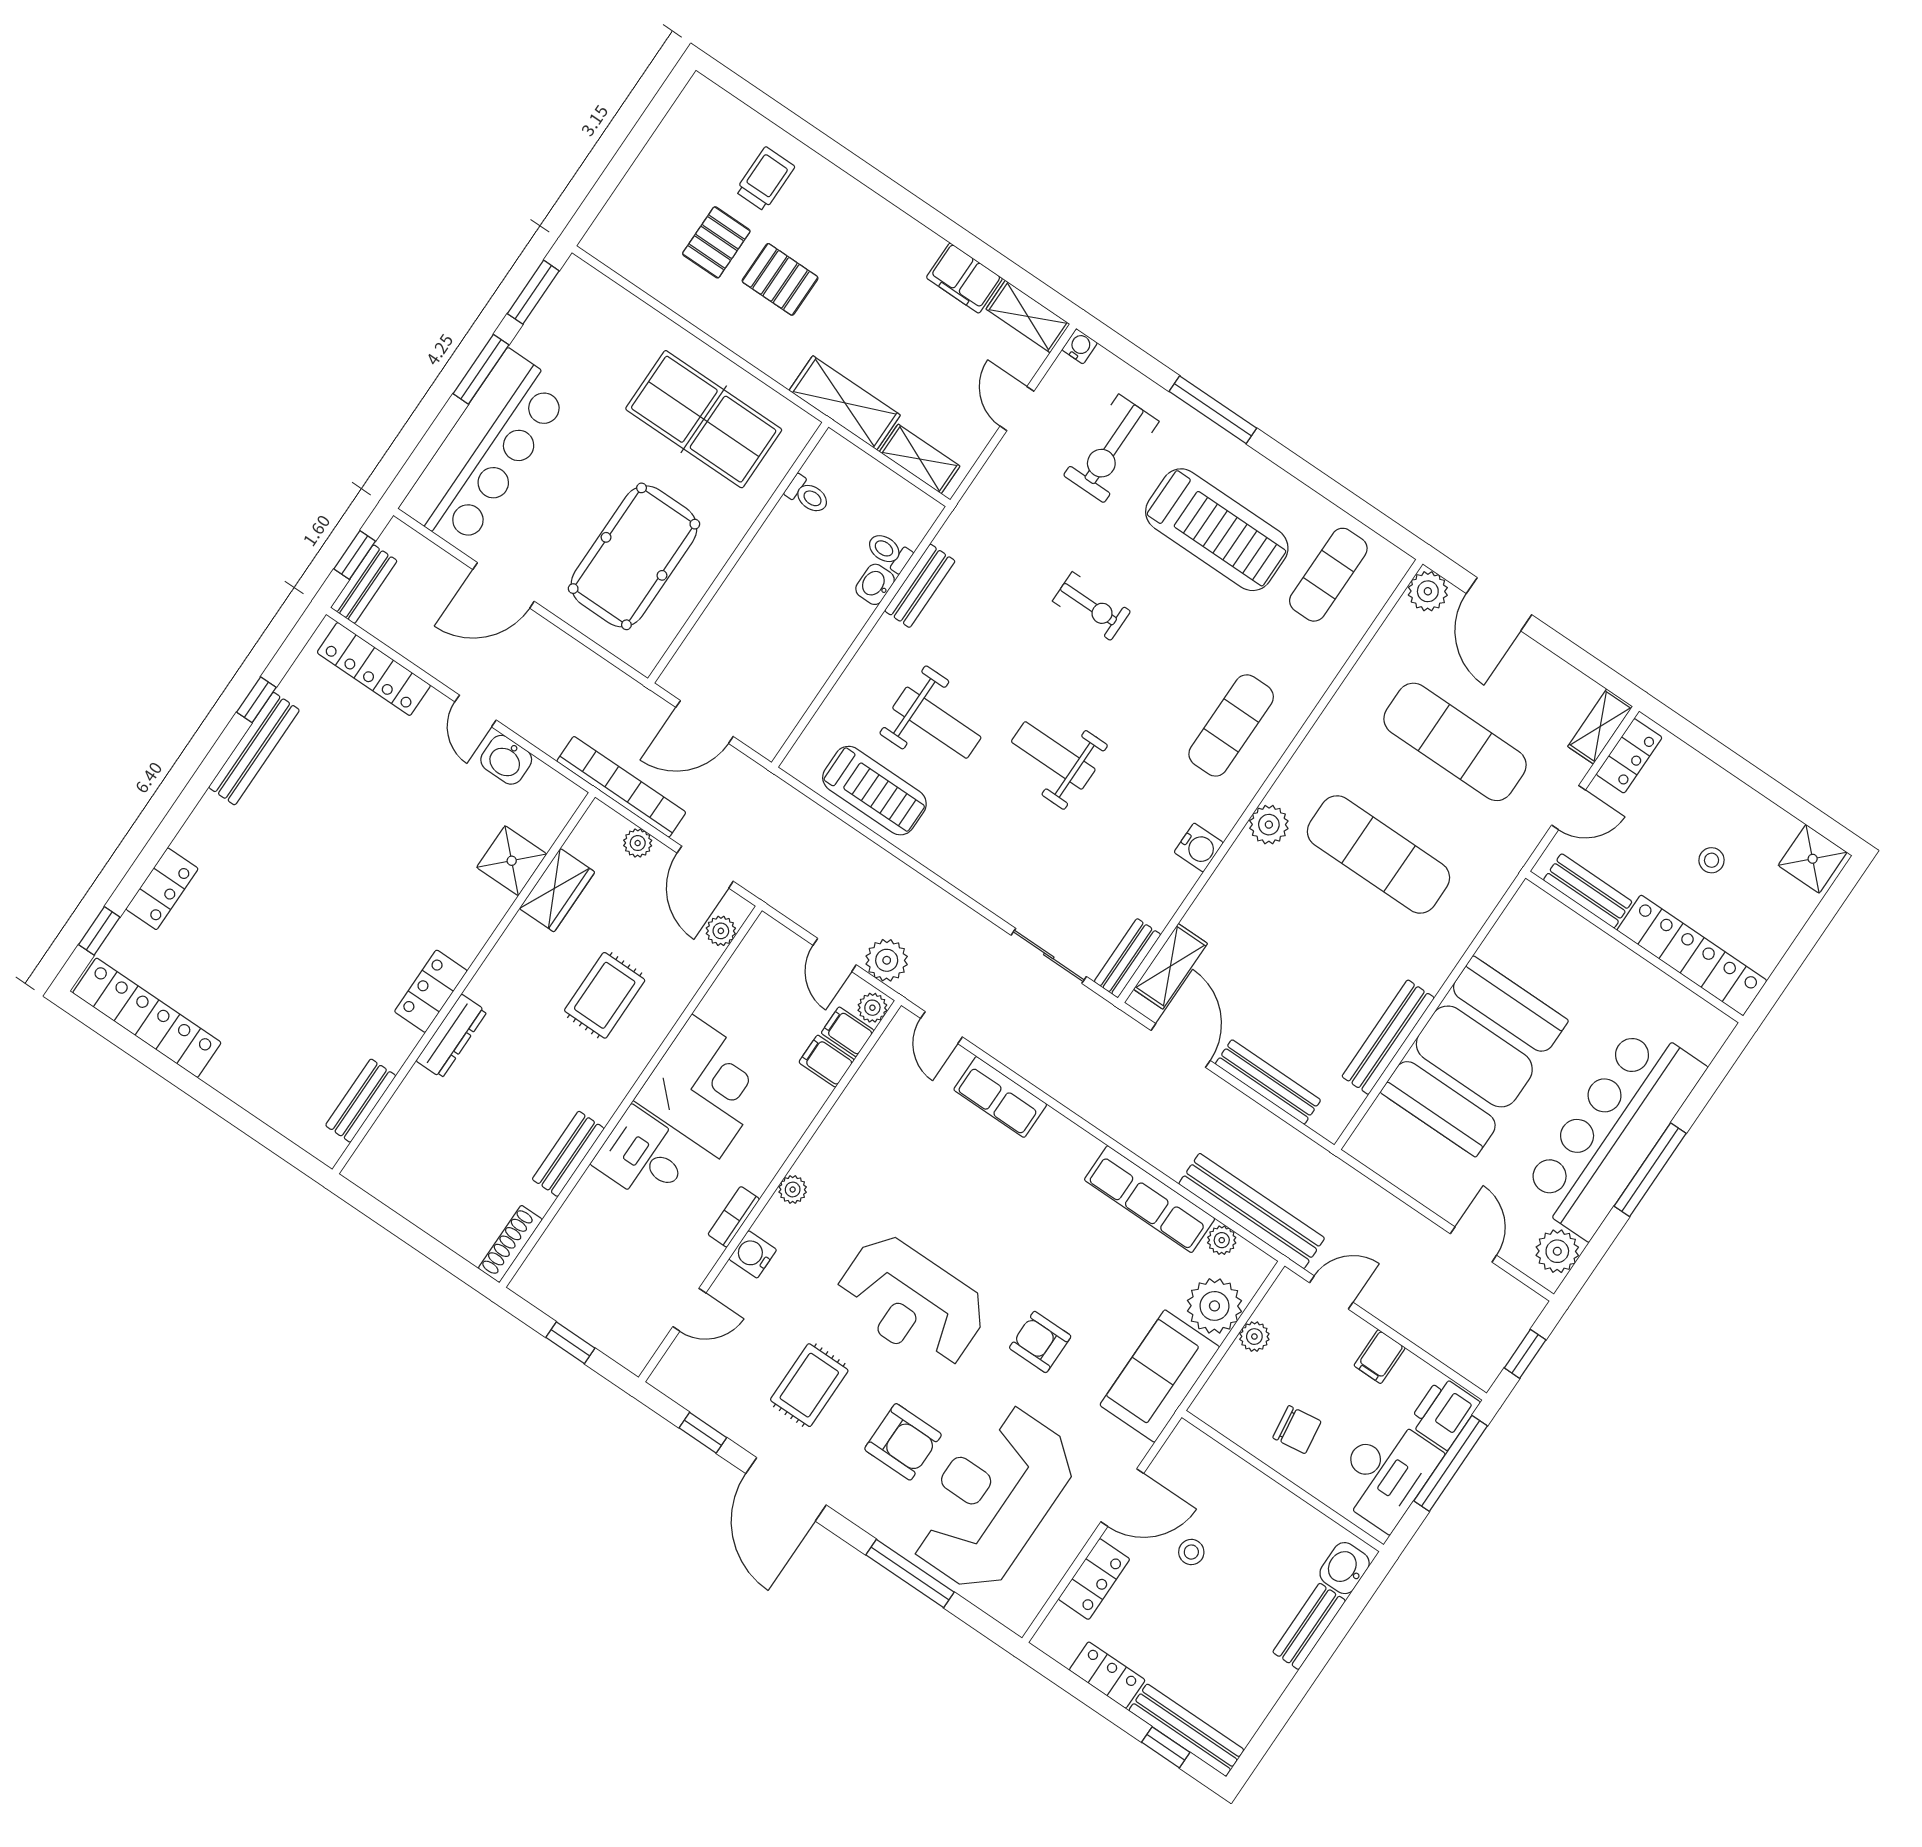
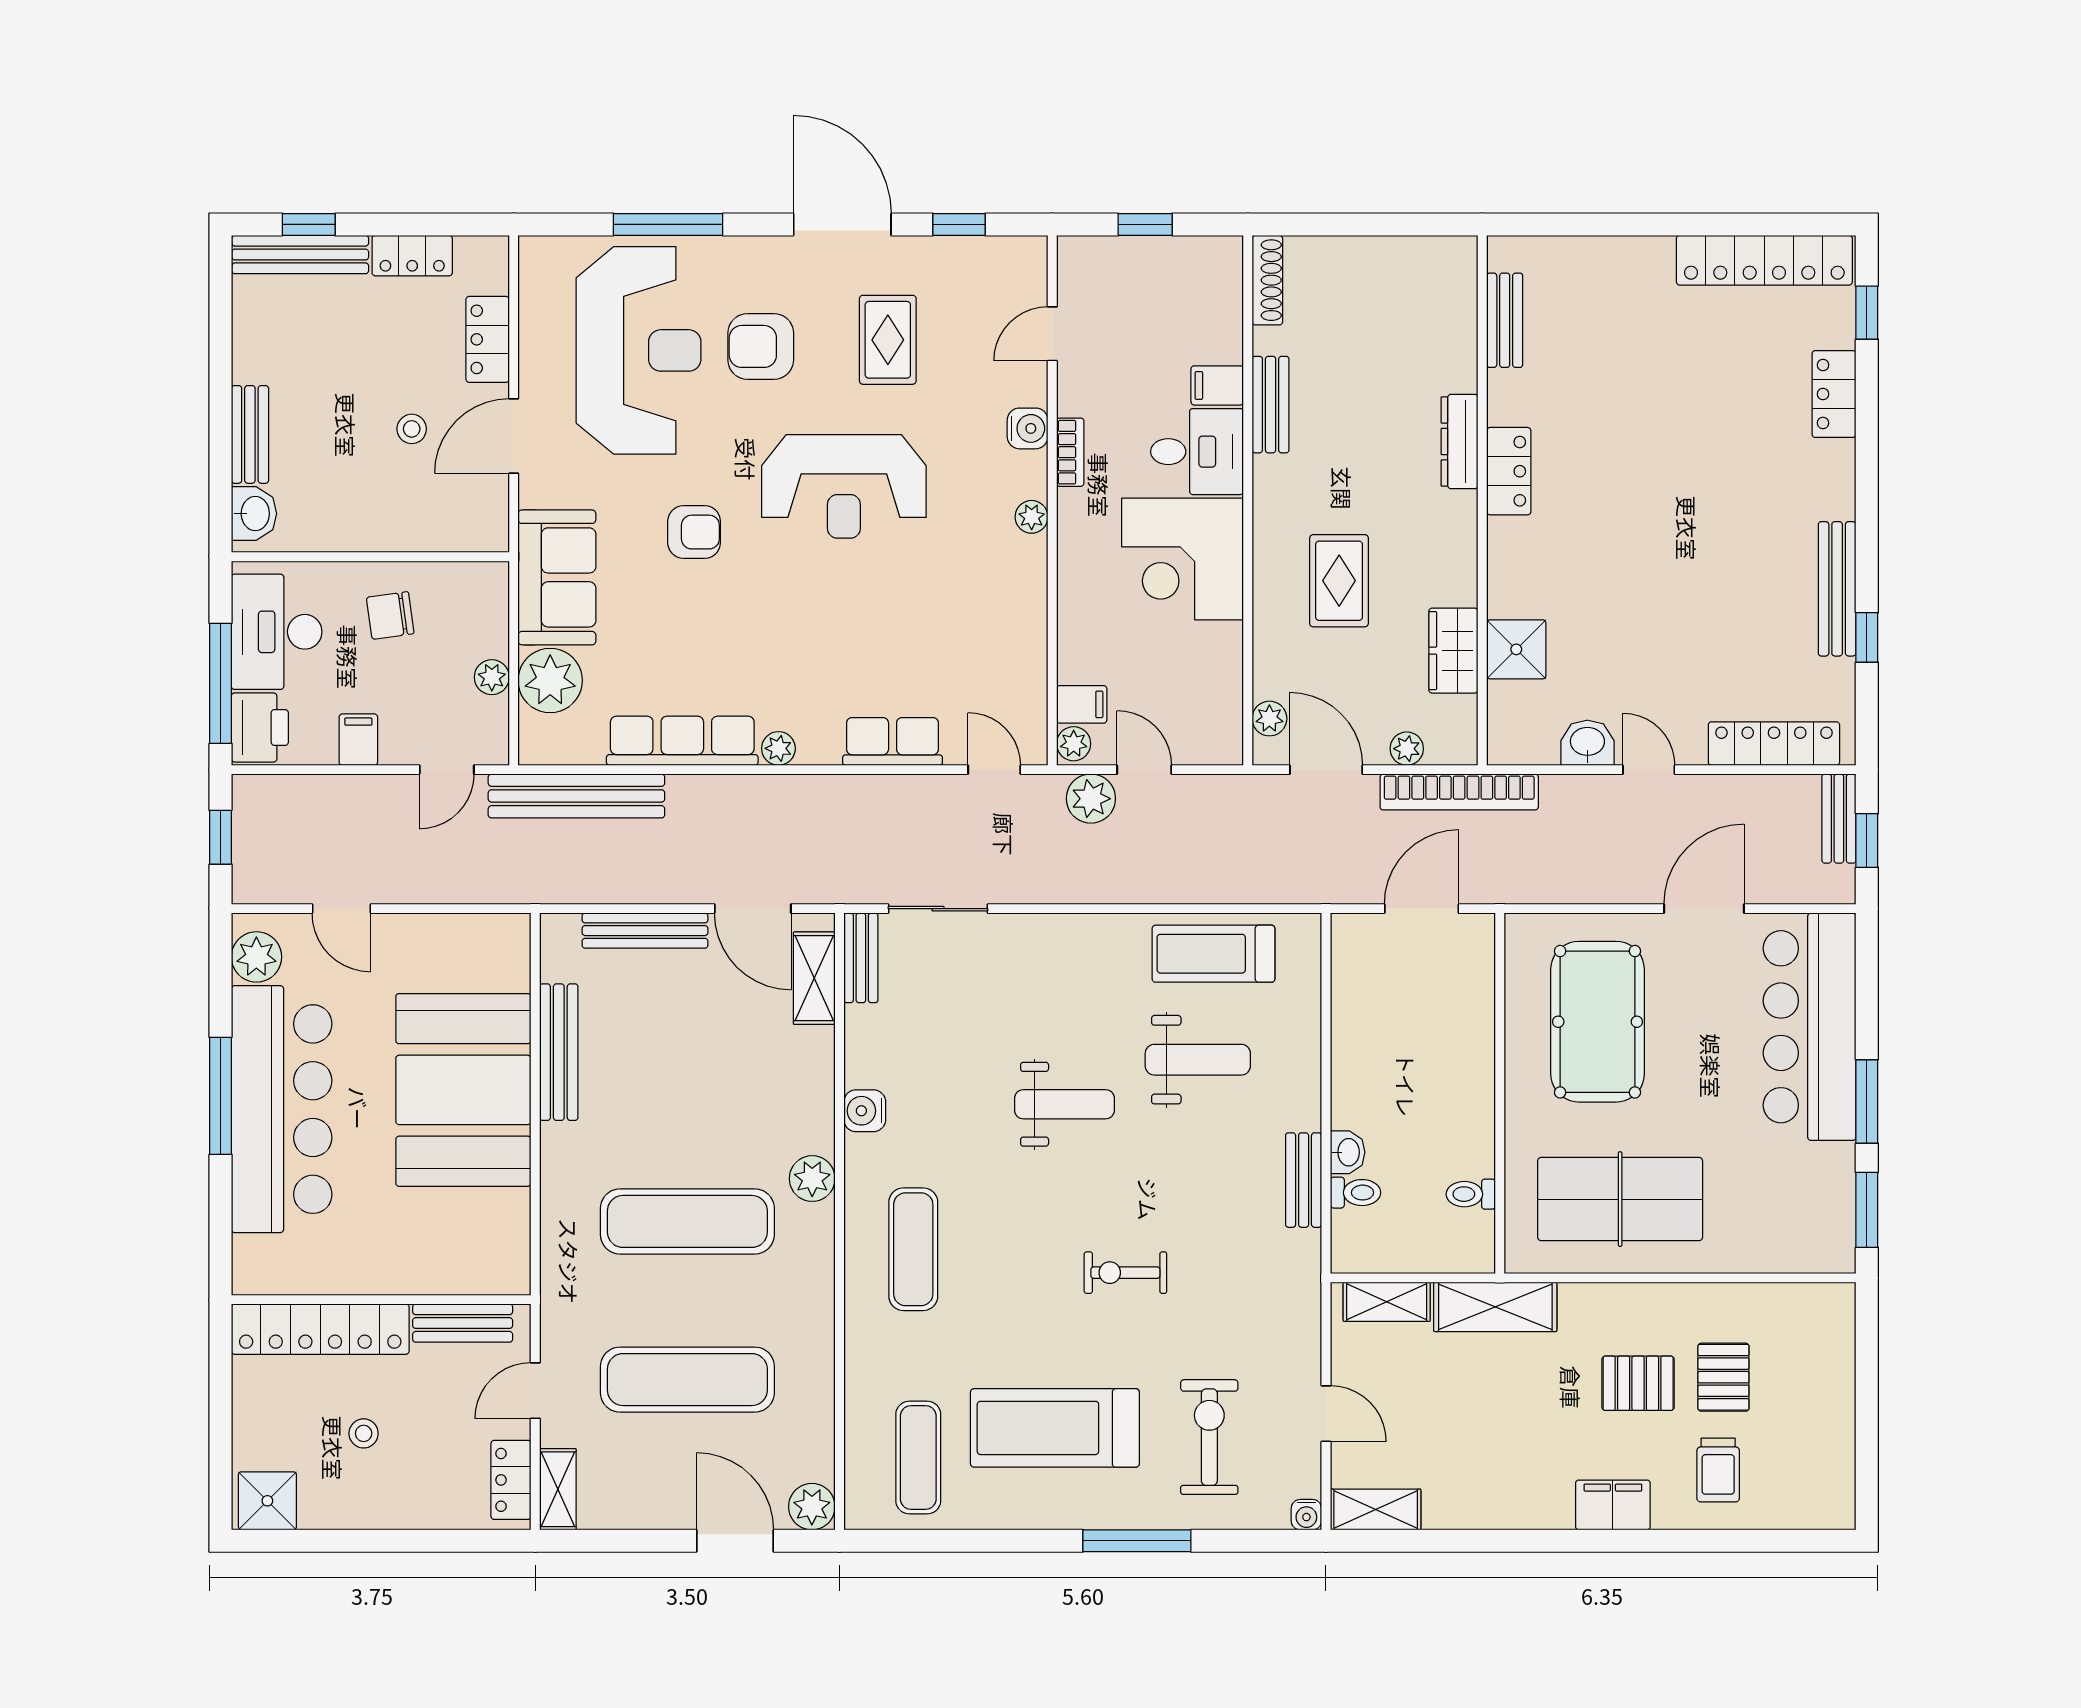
filing cabinet: (964, 278) -> (1613, 1505), moved
weight bench: (937, 723) -> (1198, 1060), turned 180
filing cabinet: (827, 1061) -> (1217, 385), moved, turned 180
plant: (1222, 1240) -> (778, 748), moved
reception desk: (911, 1302) -> (844, 486), turned 180

